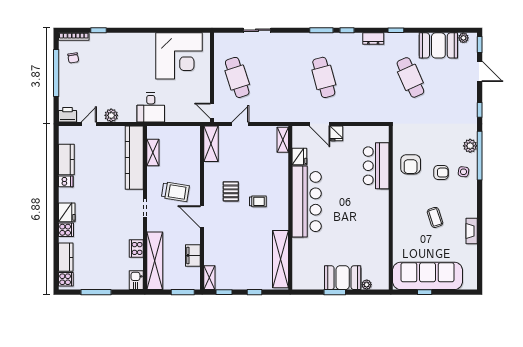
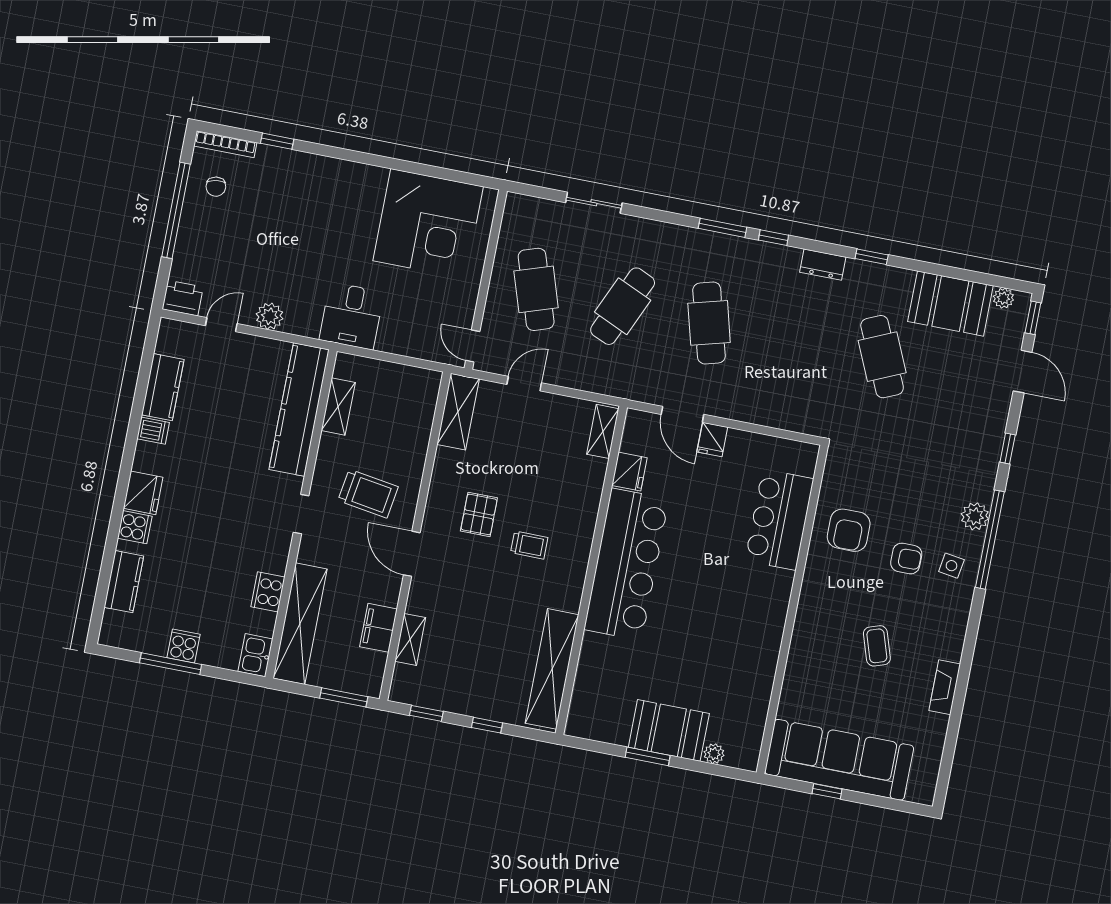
cafe table: (281, 77) -> (623, 306), added
shelving: (209, 278) -> (410, 639), moved
cooker: (66, 279) -> (183, 646), moved, turned -90

